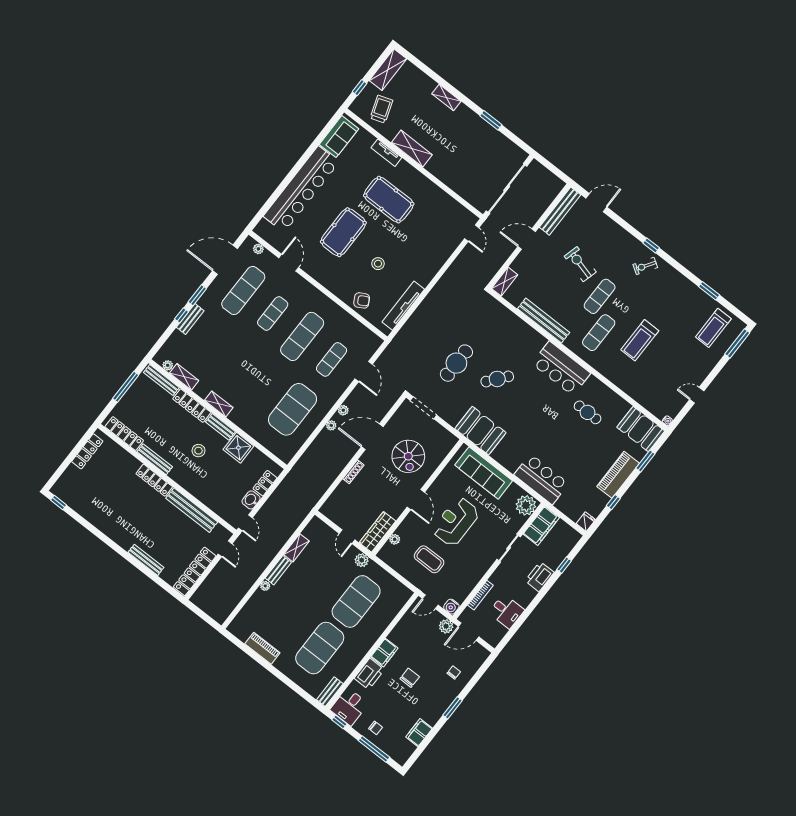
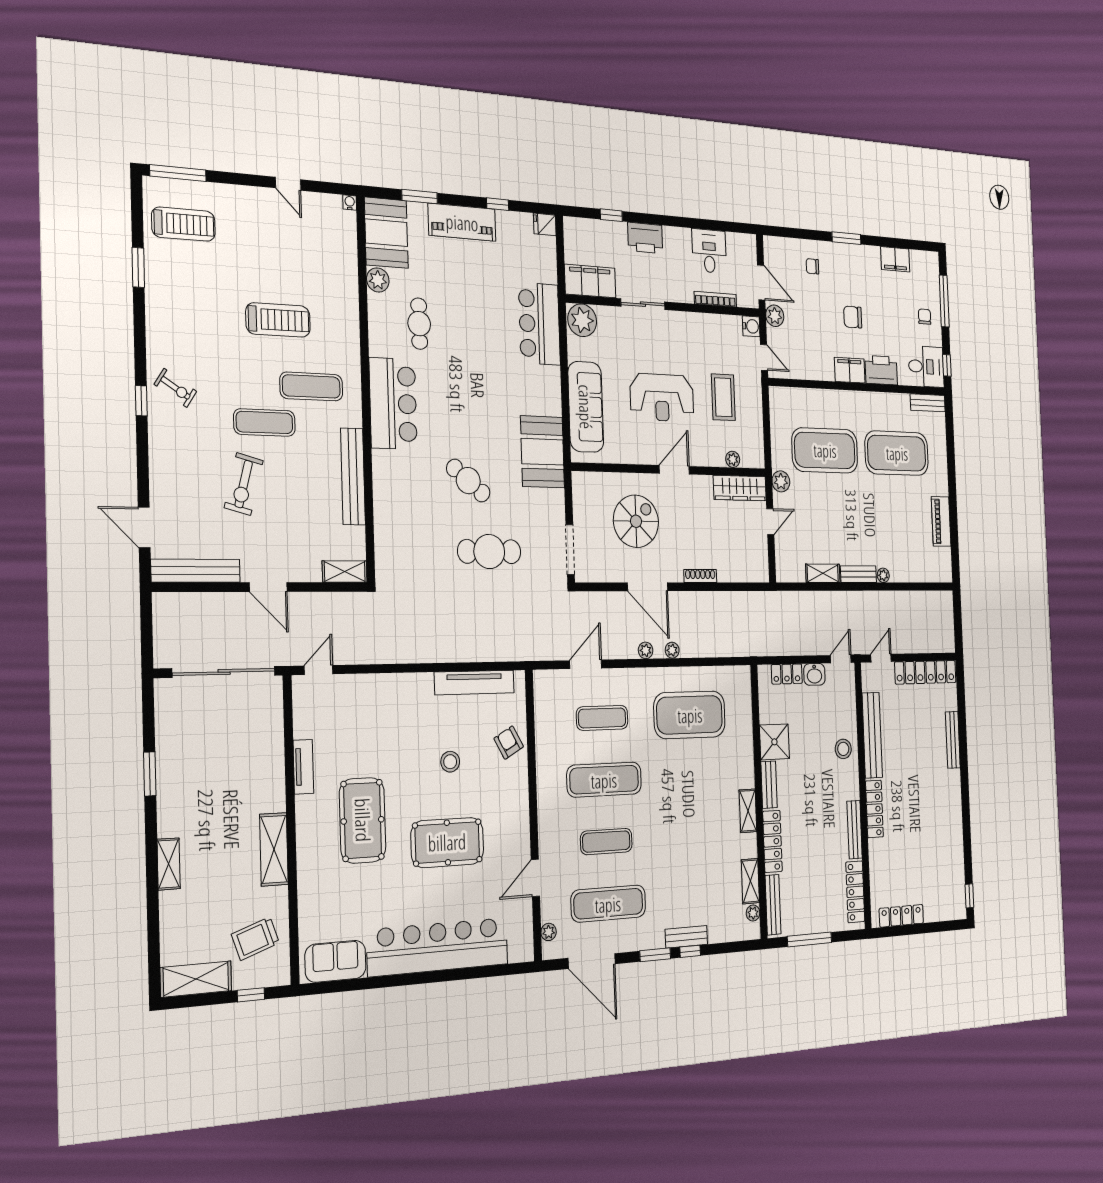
tv unit: (386, 153) -> (303, 767), moved
plant: (622, 407) -> (378, 280), added
stool: (198, 451) -> (843, 749), moved

